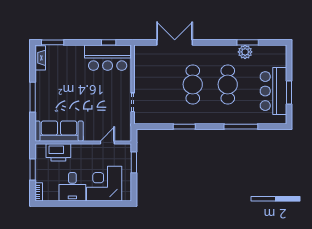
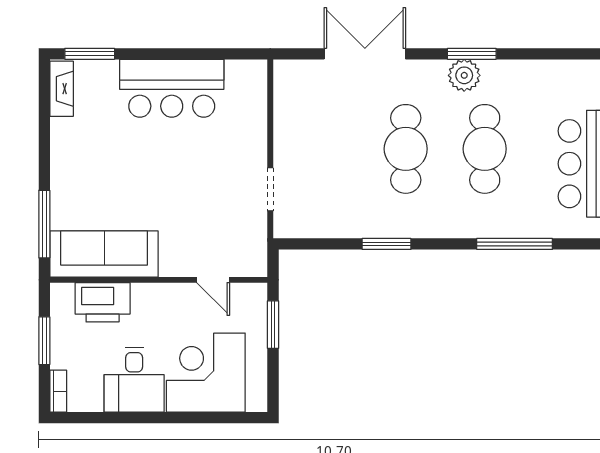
window: (109, 42) -> (216, 54), removed
window: (248, 42) -> (472, 54), moved
plant: (245, 52) -> (464, 75), moved
bar counter: (108, 58) -> (172, 88), moved
window: (33, 97) -> (44, 224), moved
door: (107, 142) -> (213, 280), swing flipped

